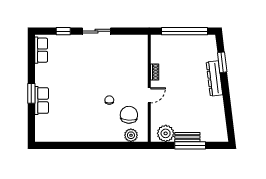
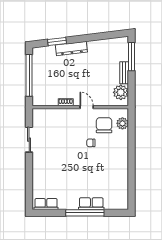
window: (63, 31) -> (29, 184), removed
sliding door: (96, 31) -> (29, 140), moved
window: (31, 93) -> (85, 213), width x2.11
chair: (129, 115) -> (104, 125), turned 87
window: (190, 145) -> (131, 57), moved

